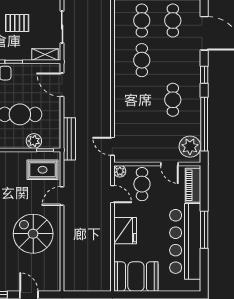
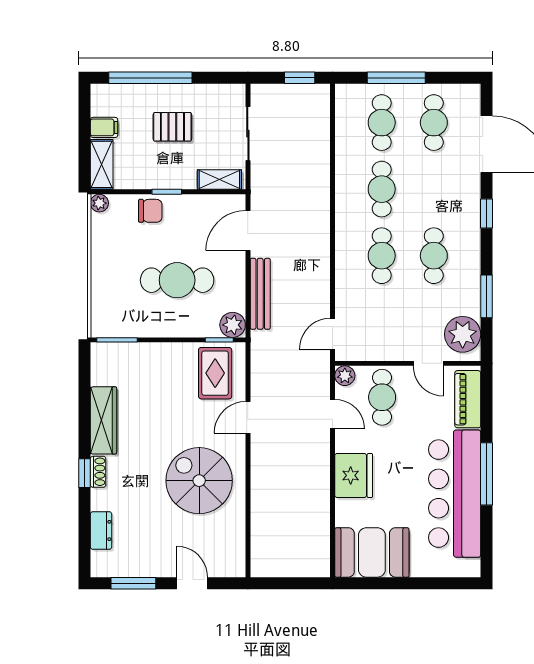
door: (62, 85) -> (248, 231), hinge flipped
cafe table: (142, 100) -> (382, 256), added
window: (204, 124) -> (486, 296), width x0.47
bench: (69, 139) -> (260, 294), moved
plant: (34, 141) -> (233, 325), moved
door: (112, 146) -> (333, 334), hinge flipped
rug: (43, 170) -> (215, 373), turned 90

